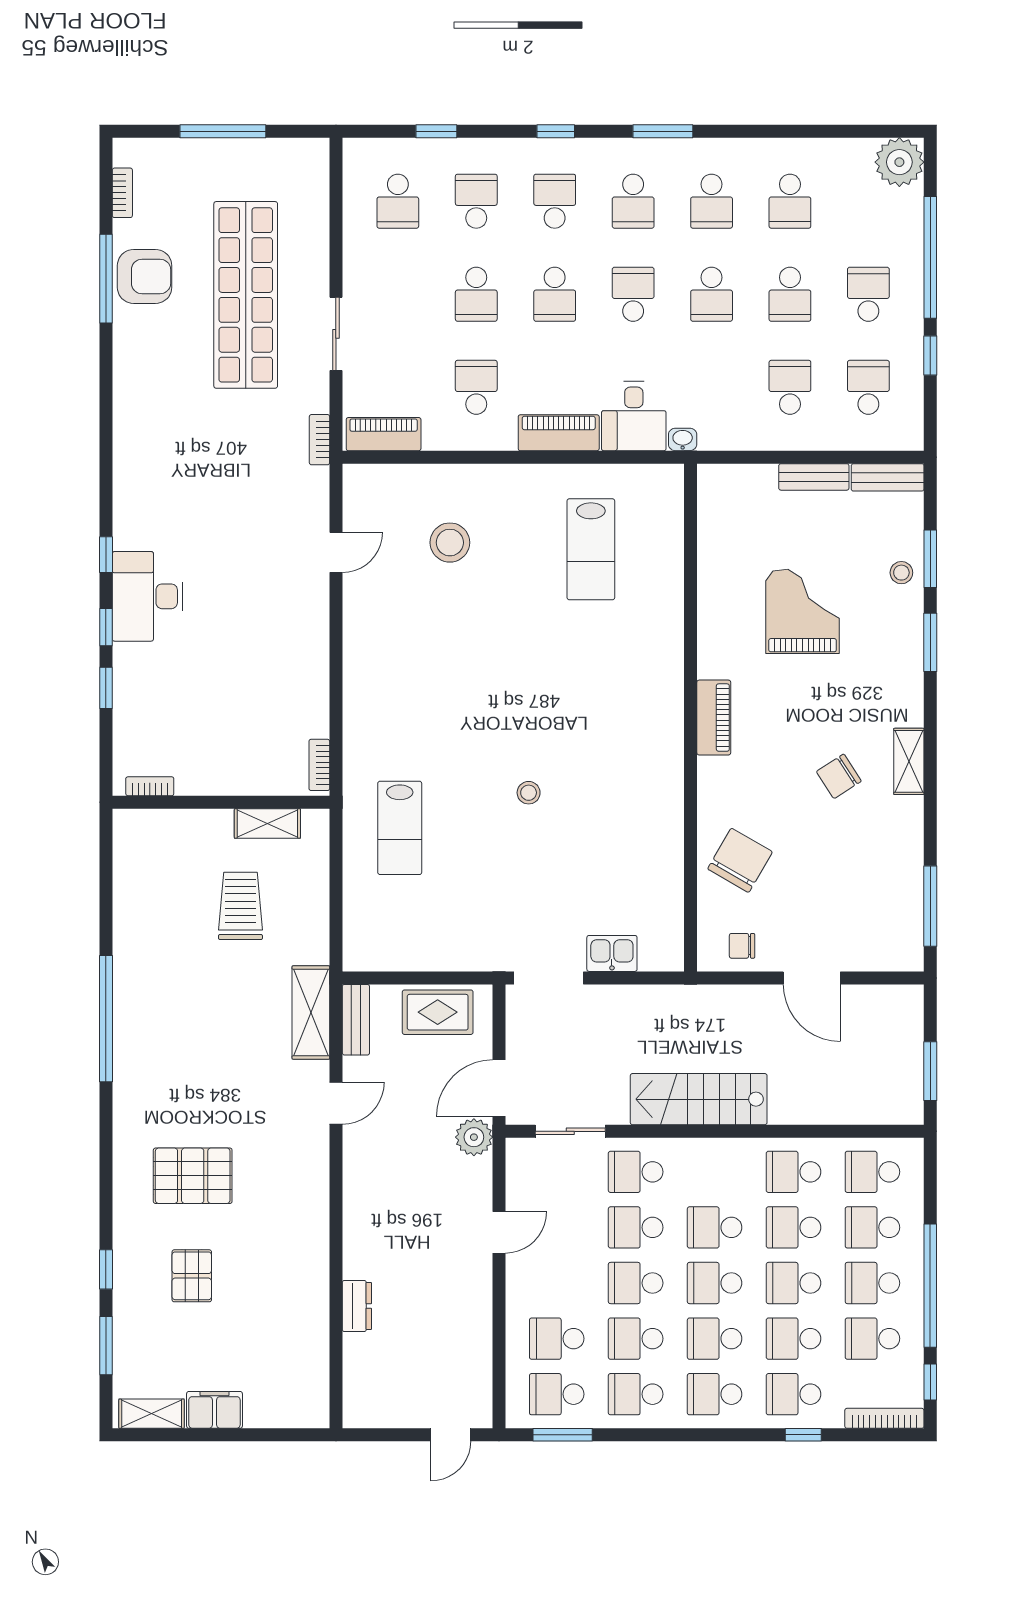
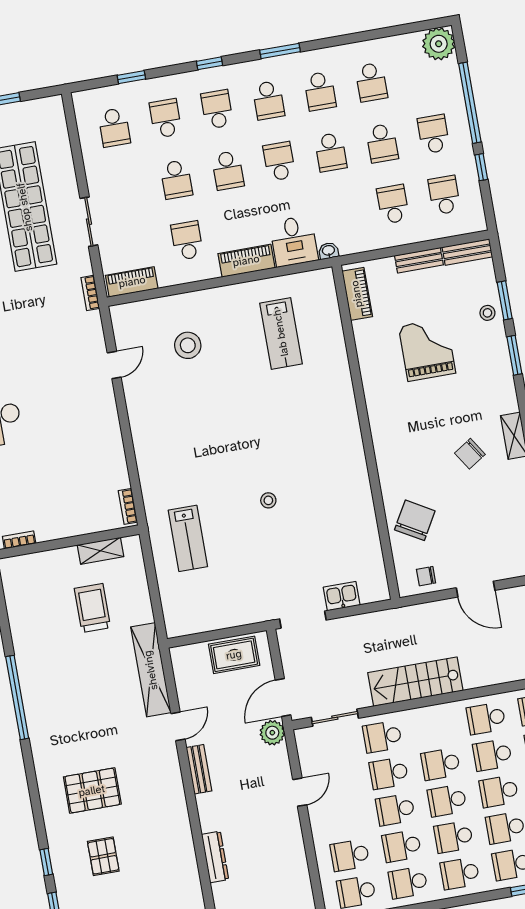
piano: (714, 718) -> (357, 294), moved
shelving: (311, 1013) -> (151, 670), width x1.47
bench: (356, 1020) -> (199, 769), moved
dresser: (357, 1306) -> (215, 857), width x1.44

